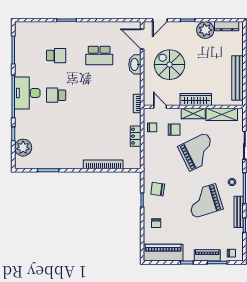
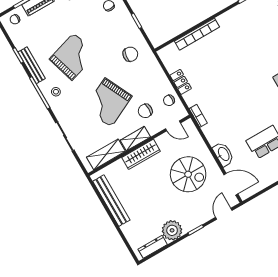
chair: (158, 189) -> (130, 54), moved

